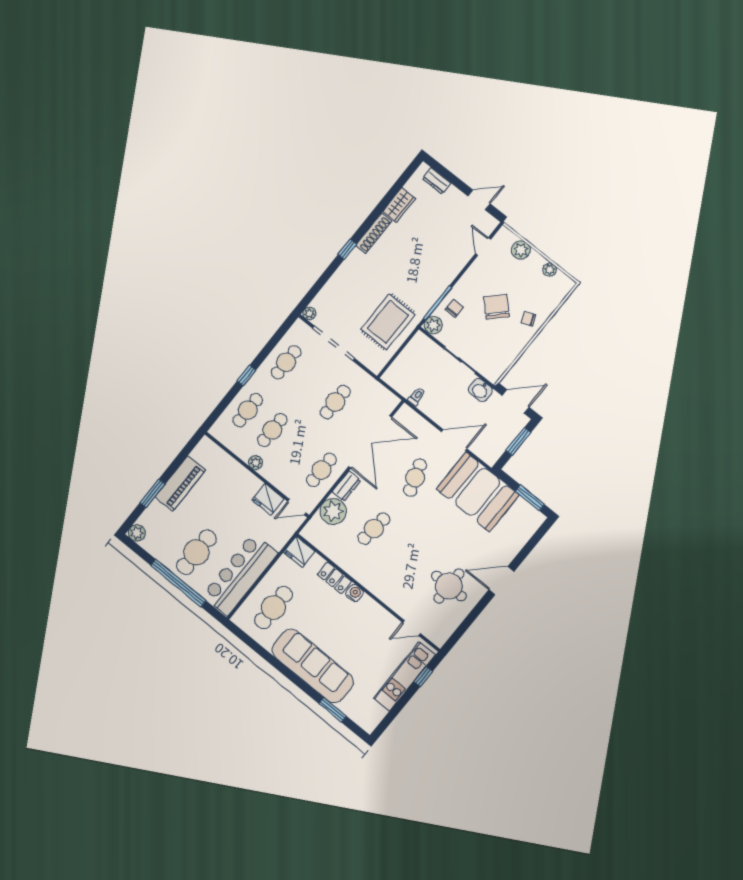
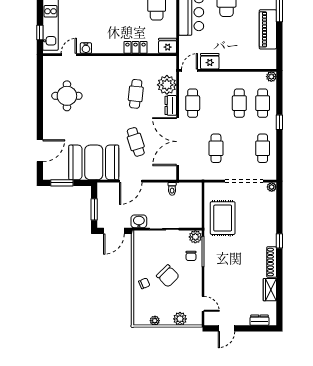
plant: (256, 463) -> (271, 77), moved
door: (501, 581) -> (40, 151), moved
water cooler: (355, 593) -> (86, 48), moved

